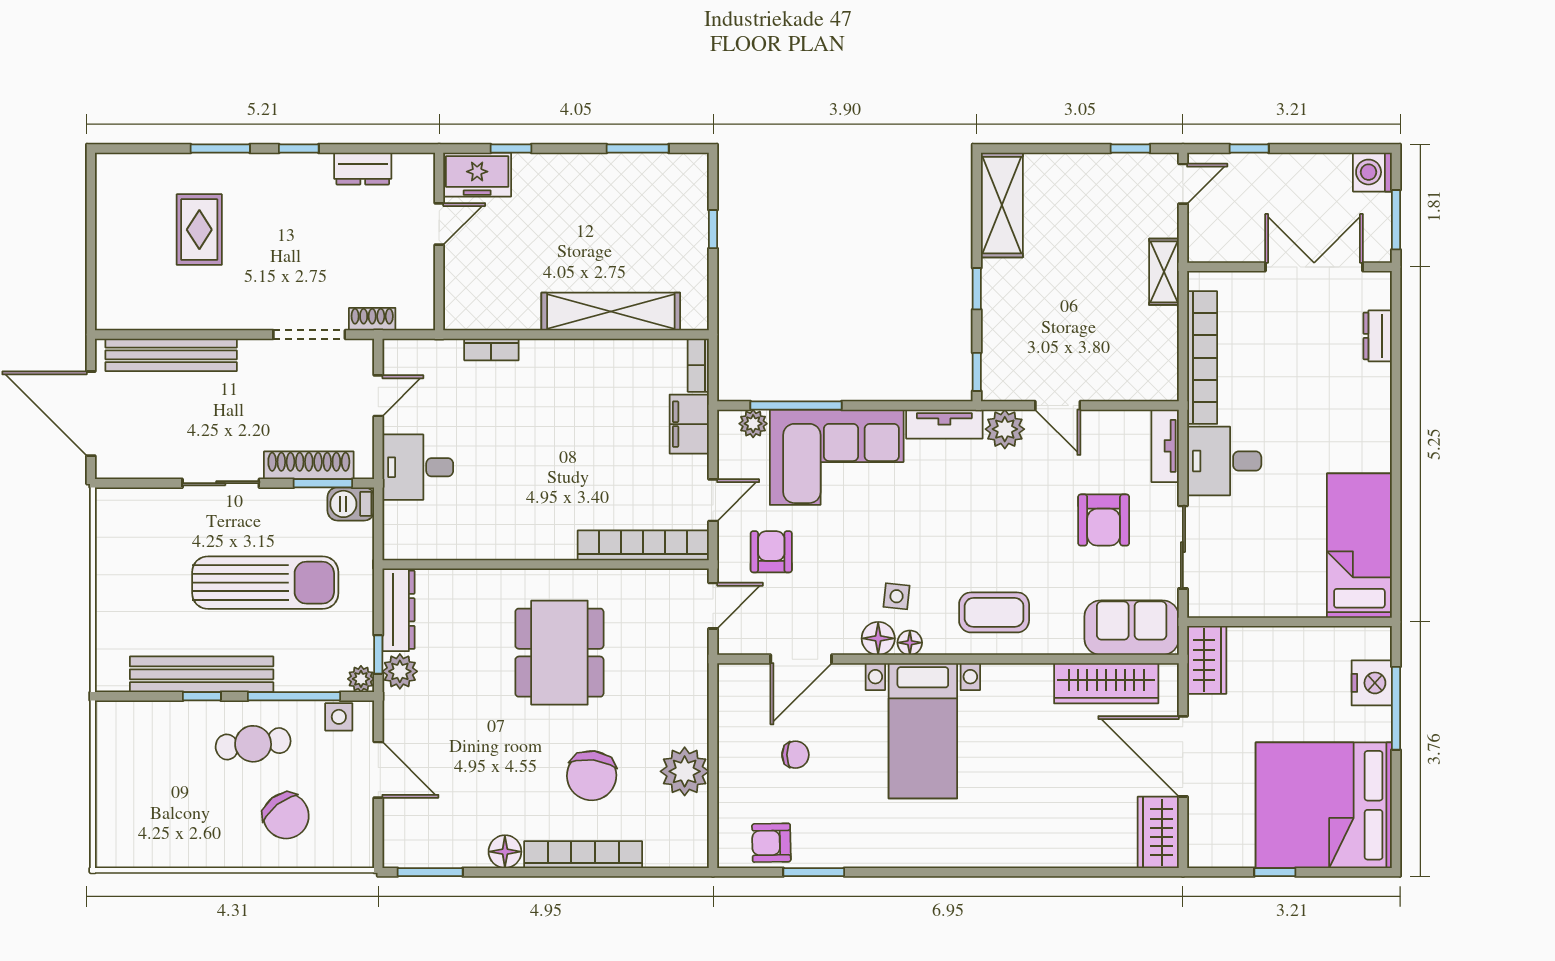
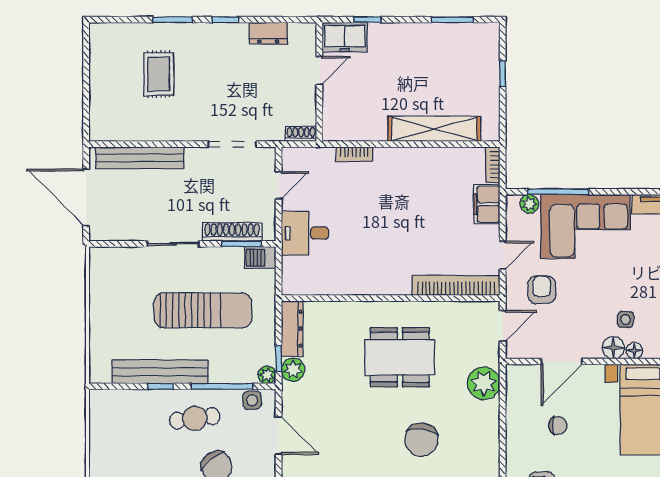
shoe rack: (372, 319) -> (301, 134), moved
dining table: (559, 653) -> (400, 357), turned 90
plant: (685, 771) -> (484, 383), moved

